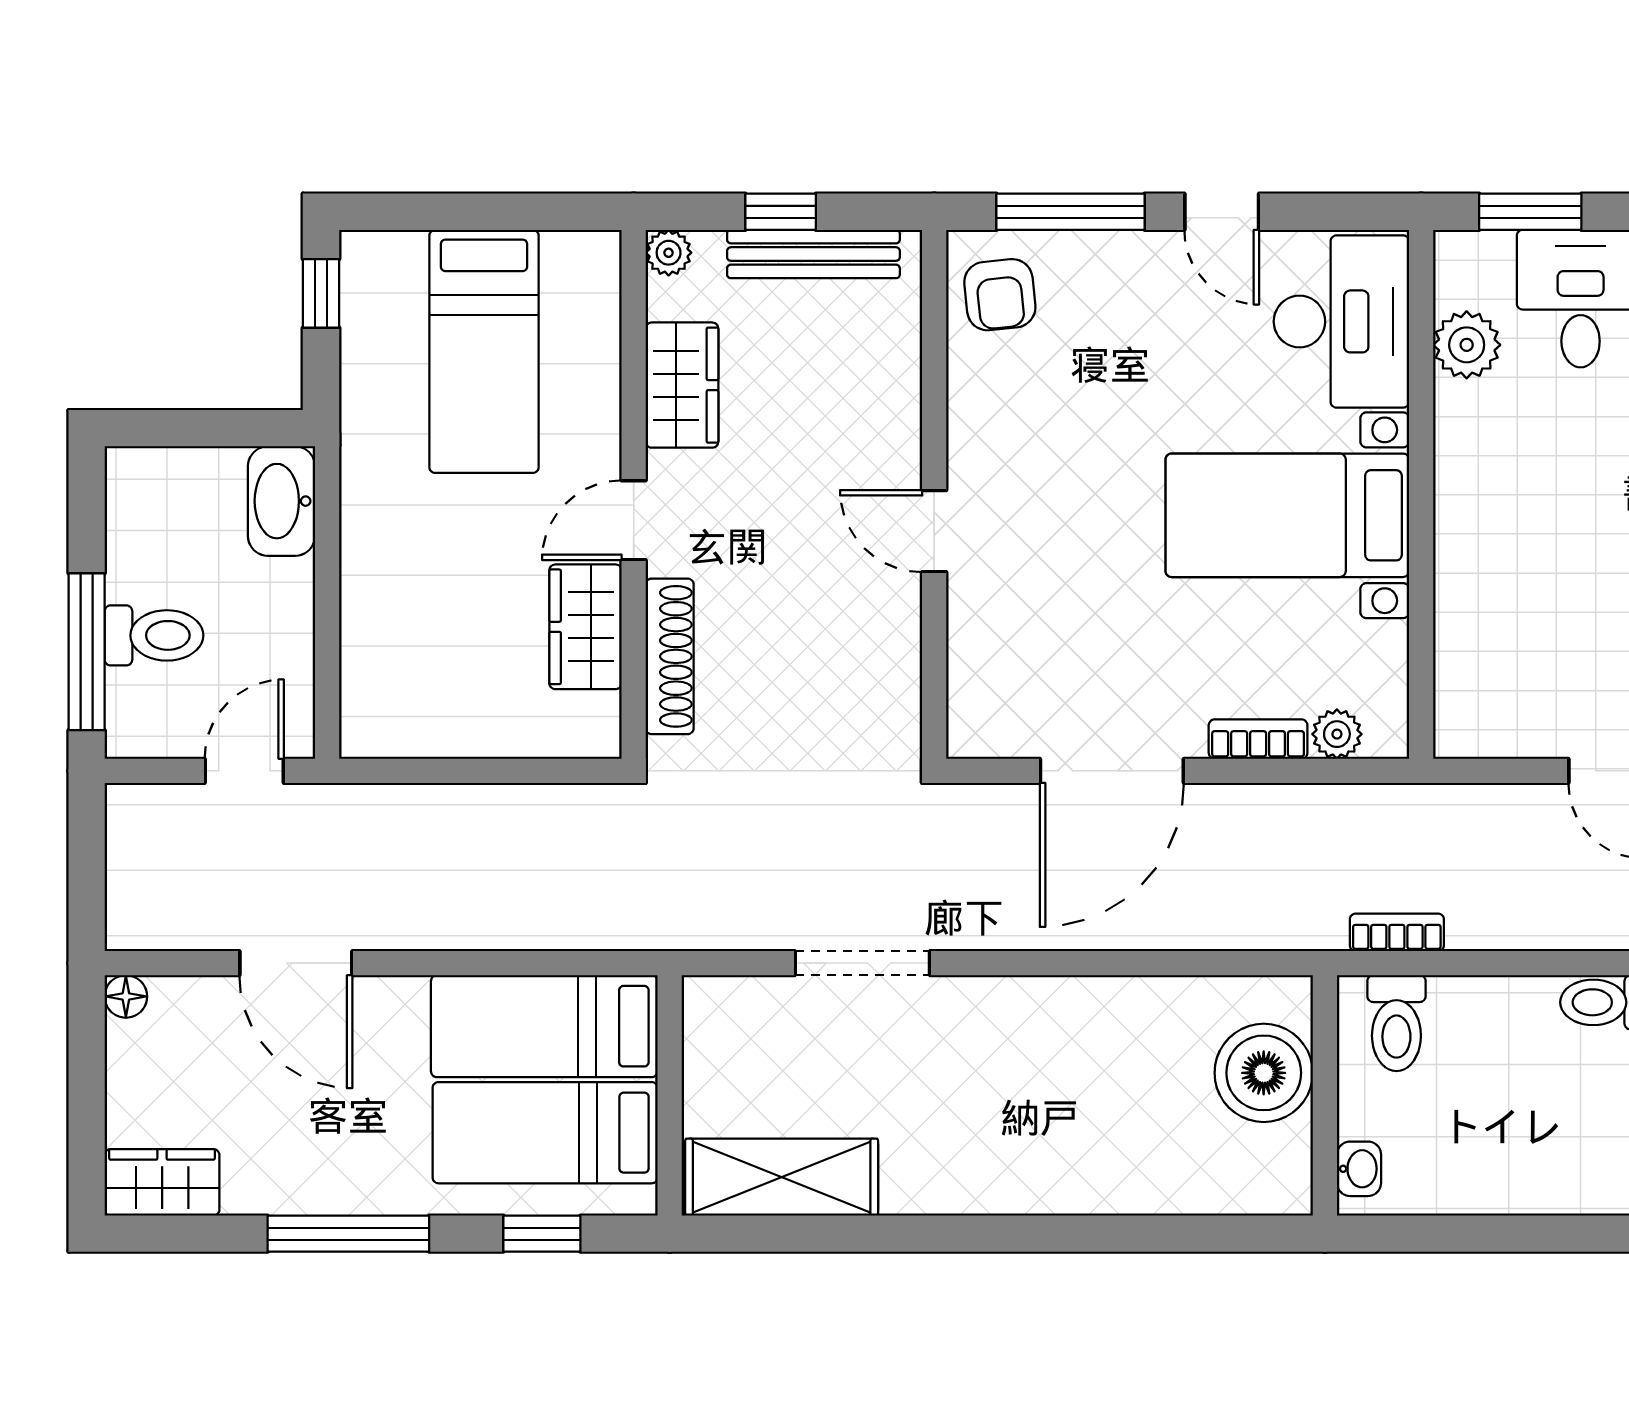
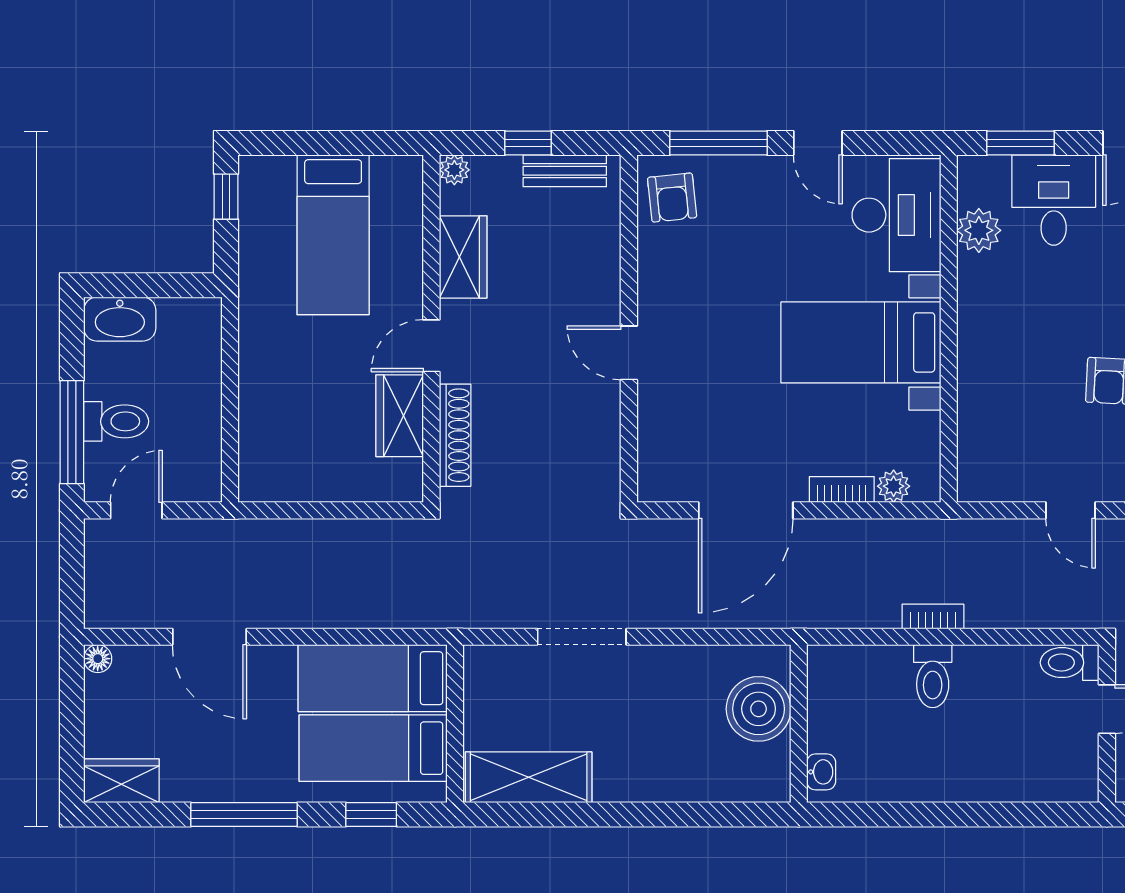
bench: (813, 254) -> (565, 171), width x0.73
washbasin: (281, 501) -> (120, 319), moved, turned -90
door: (244, 771) -> (136, 510), moved
boiler: (1264, 1073) -> (759, 709), moved
wall: (1325, 1095) -> (799, 724), moved
washbasin: (1359, 1169) -> (821, 772), moved

